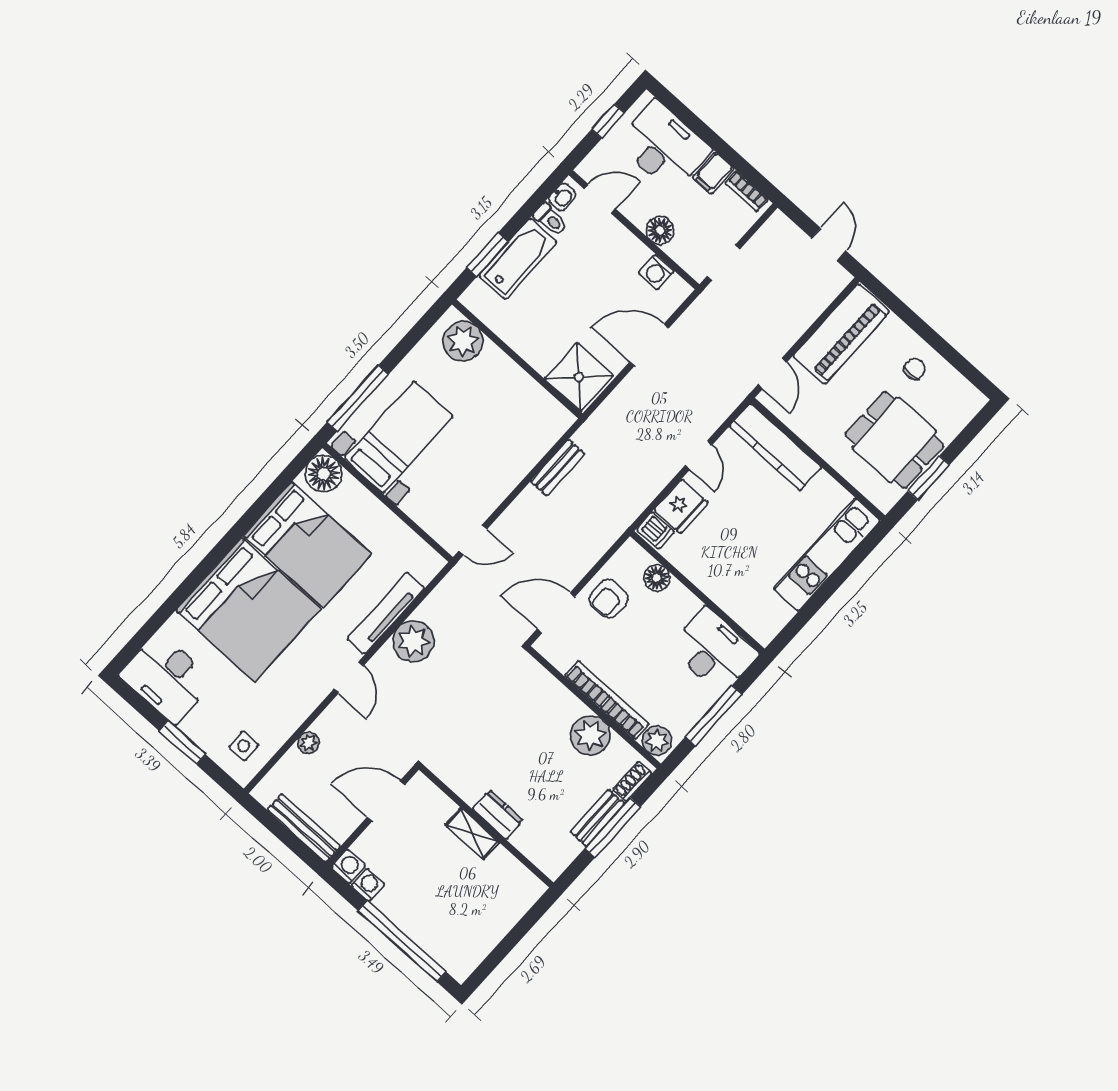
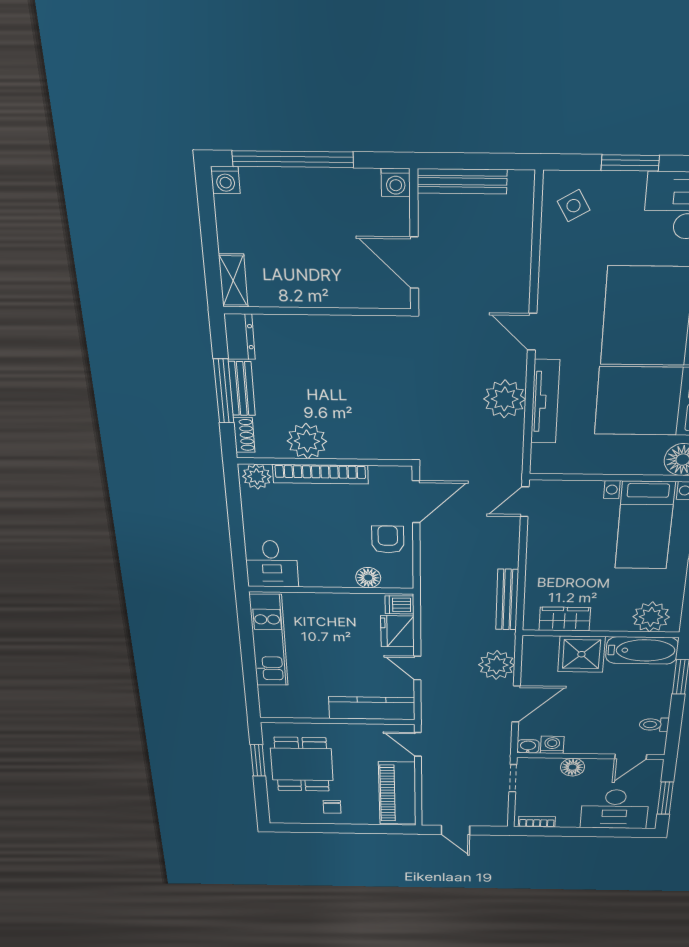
window: (608, 121) -> (665, 798), width x1.50
filing cabinet: (713, 173) -> (568, 817), removed
washbasin: (562, 197) -> (528, 746), moved, turned 90
bathtub: (518, 259) -> (642, 650), moved, turned -90
shower: (579, 377) -> (581, 654), moved
wardrobe: (534, 400) -> (565, 619), added
dining table: (894, 440) -> (302, 764), turned 90
bench: (558, 467) -> (507, 600), width x1.36
kitchen unit: (827, 554) -> (269, 641), moved
desk: (714, 651) -> (272, 564), width x0.73
window: (714, 716) -> (236, 524), removed
plant: (308, 743) -> (497, 665), moved, width x1.87, depth x1.87
side table: (244, 746) -> (574, 206), turned -30
door: (386, 801) -> (414, 263), swing flipped
dresser: (498, 815) -> (240, 337), moved, turned -90
shelving: (472, 834) -> (233, 281), moved, turned 90
washing machine: (368, 885) -> (225, 180), moved

